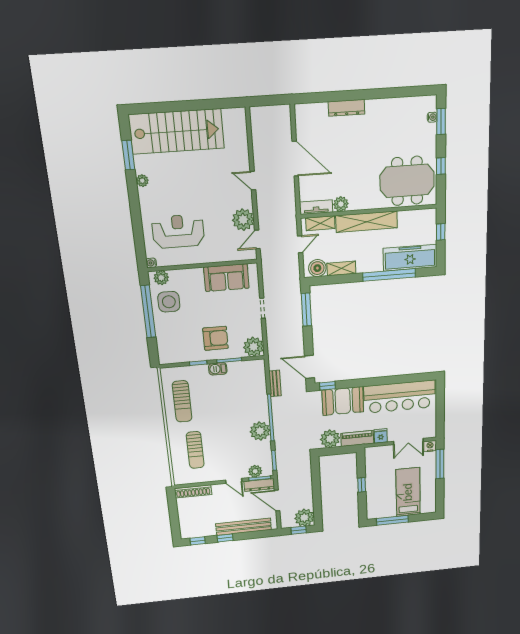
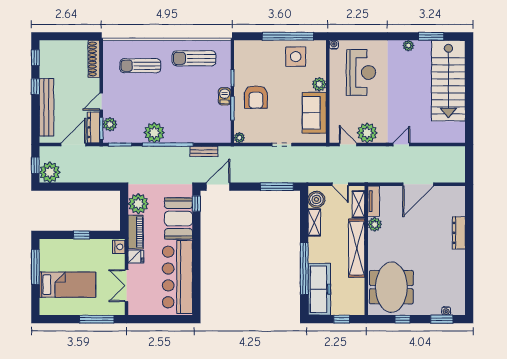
plant: (161, 278) -> (319, 84), moved
plant: (254, 347) -> (239, 138), width x0.53, depth x0.53
nightstand: (430, 446) -> (119, 247), moved

